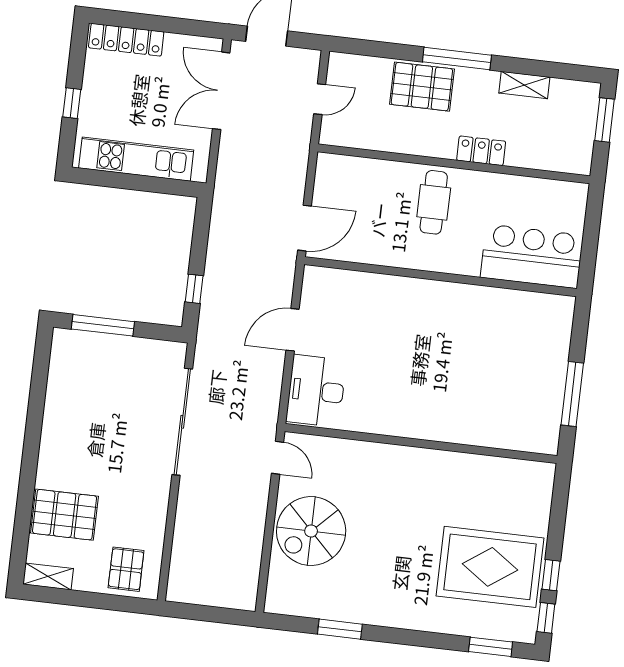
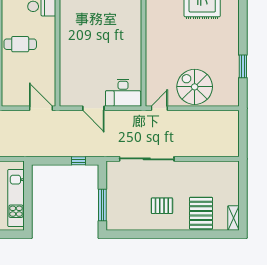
spiral stairs: (311, 531) -> (195, 87), turned 180
pallet: (126, 569) -> (162, 206), moved

